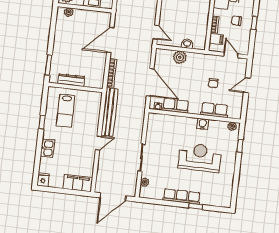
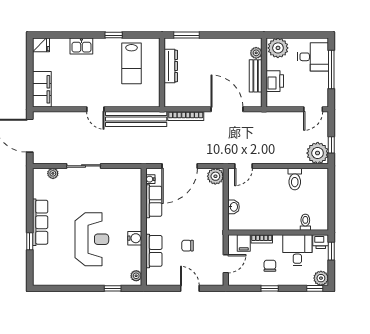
bench: (87, 15) -> (256, 76), added
plant: (180, 57) -> (215, 176), moved
lab bench: (66, 111) -> (132, 63), turned -90

